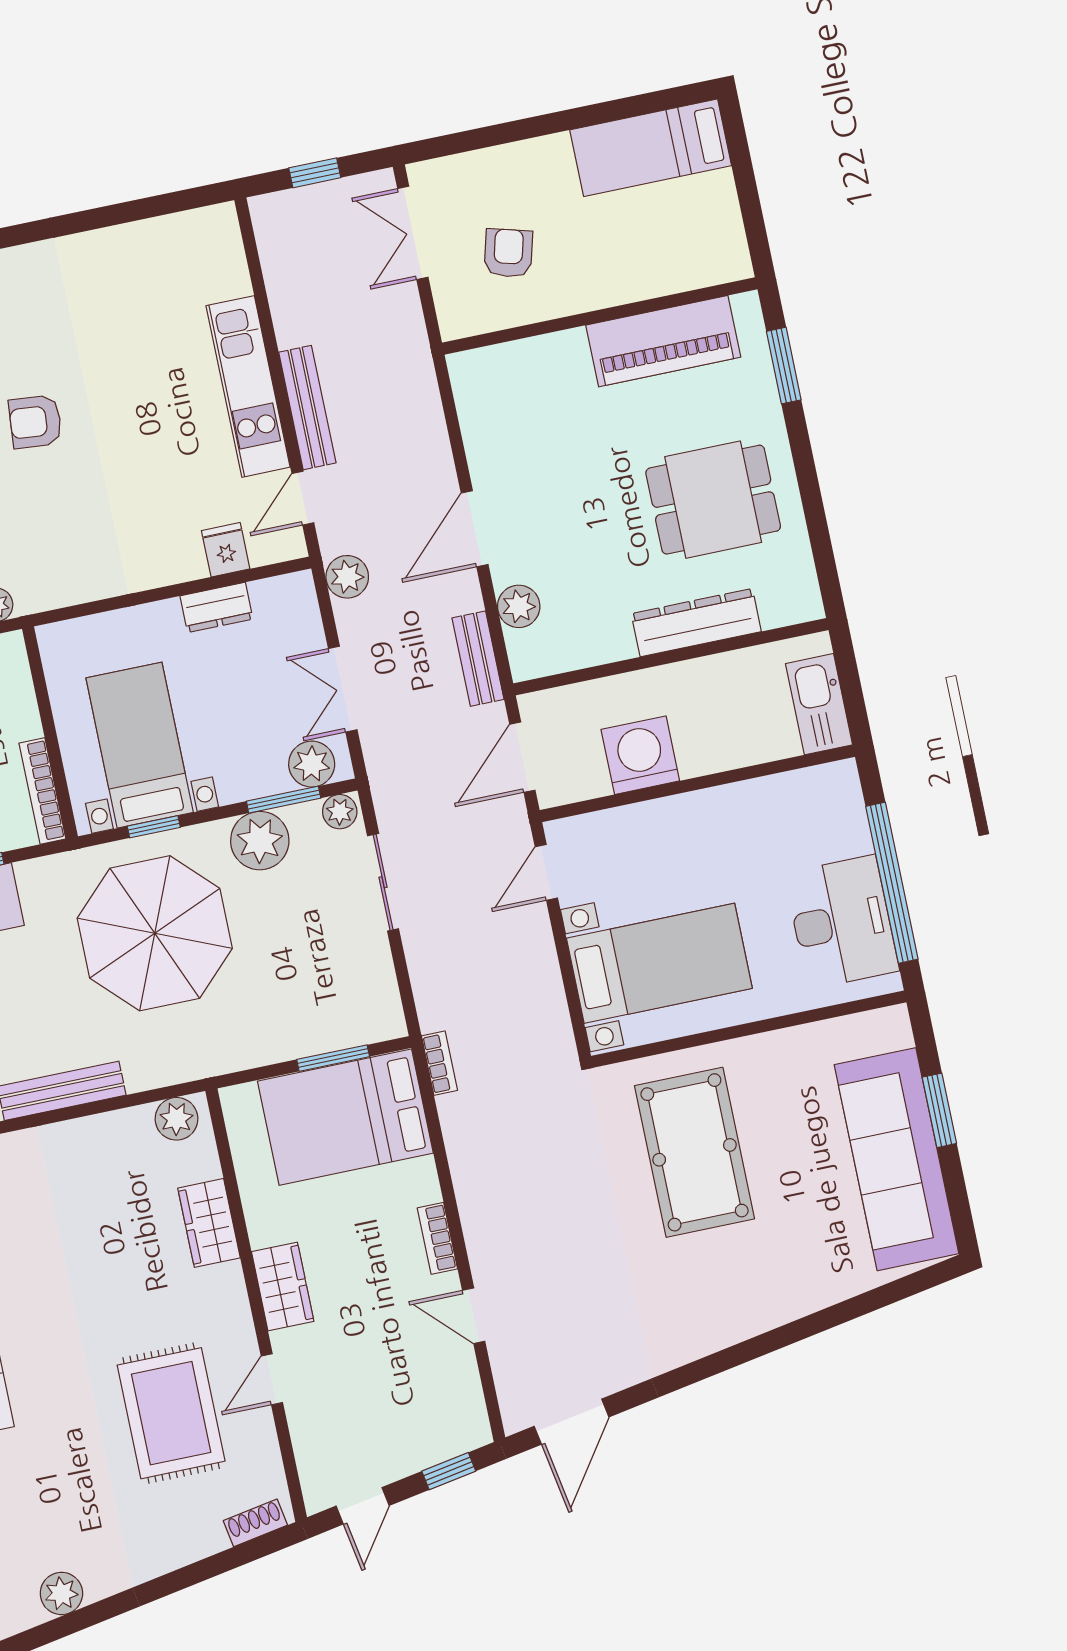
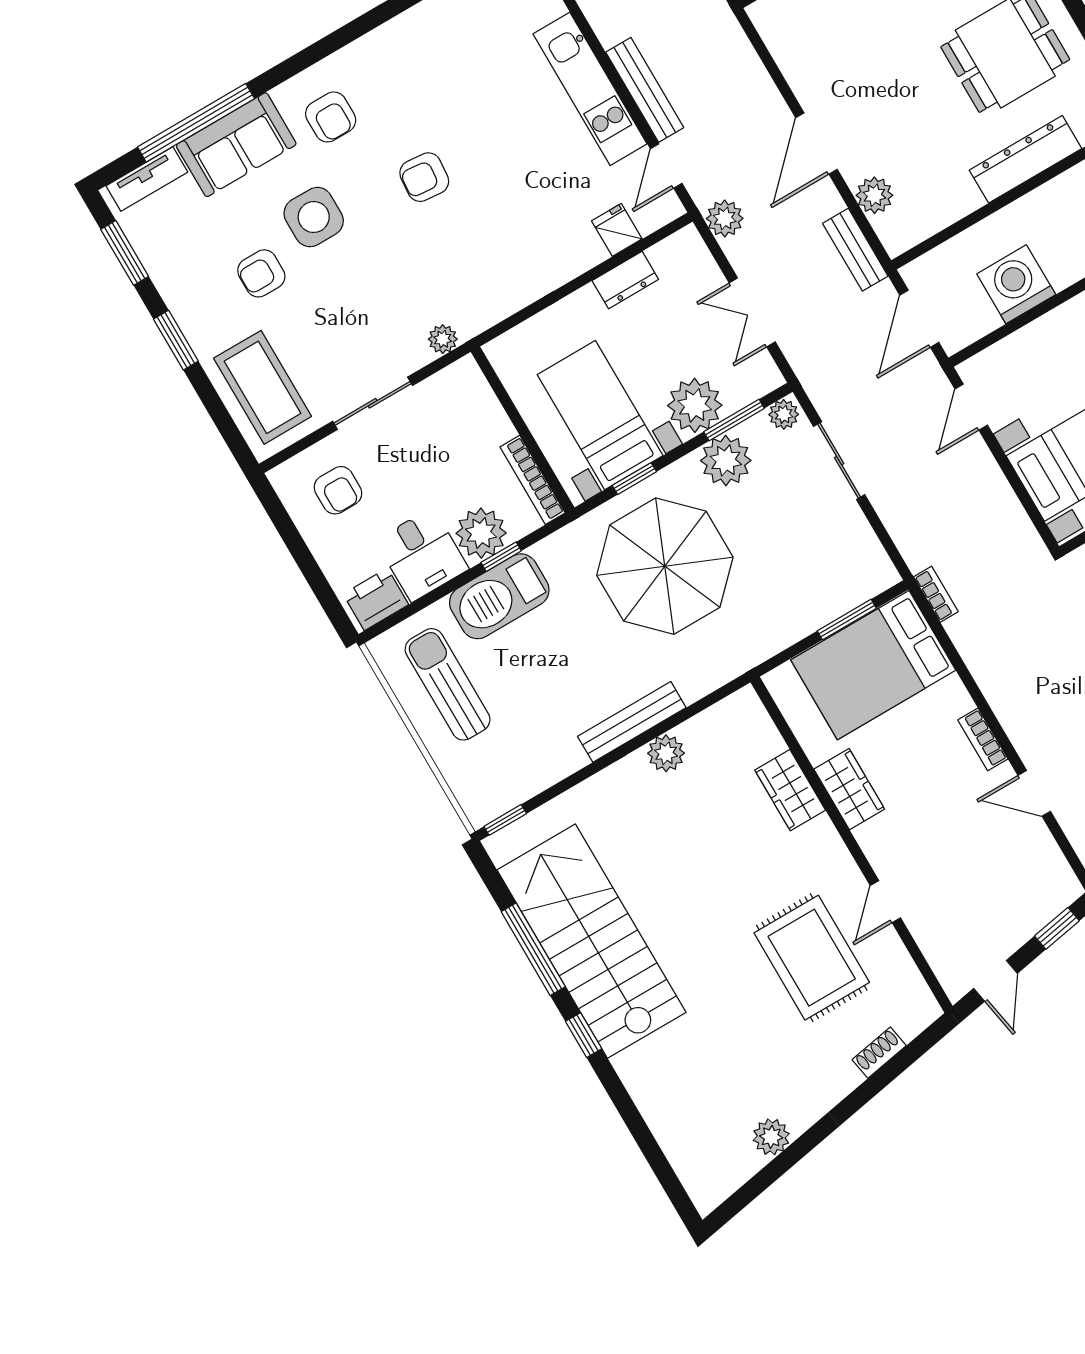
plant: (312, 764) -> (695, 405), moved, width x1.36, depth x1.36
plant: (176, 1119) -> (666, 753), moved
wardrobe: (283, 1287) -> (849, 789), moved
shoe rack: (255, 1523) -> (879, 1053), moved

